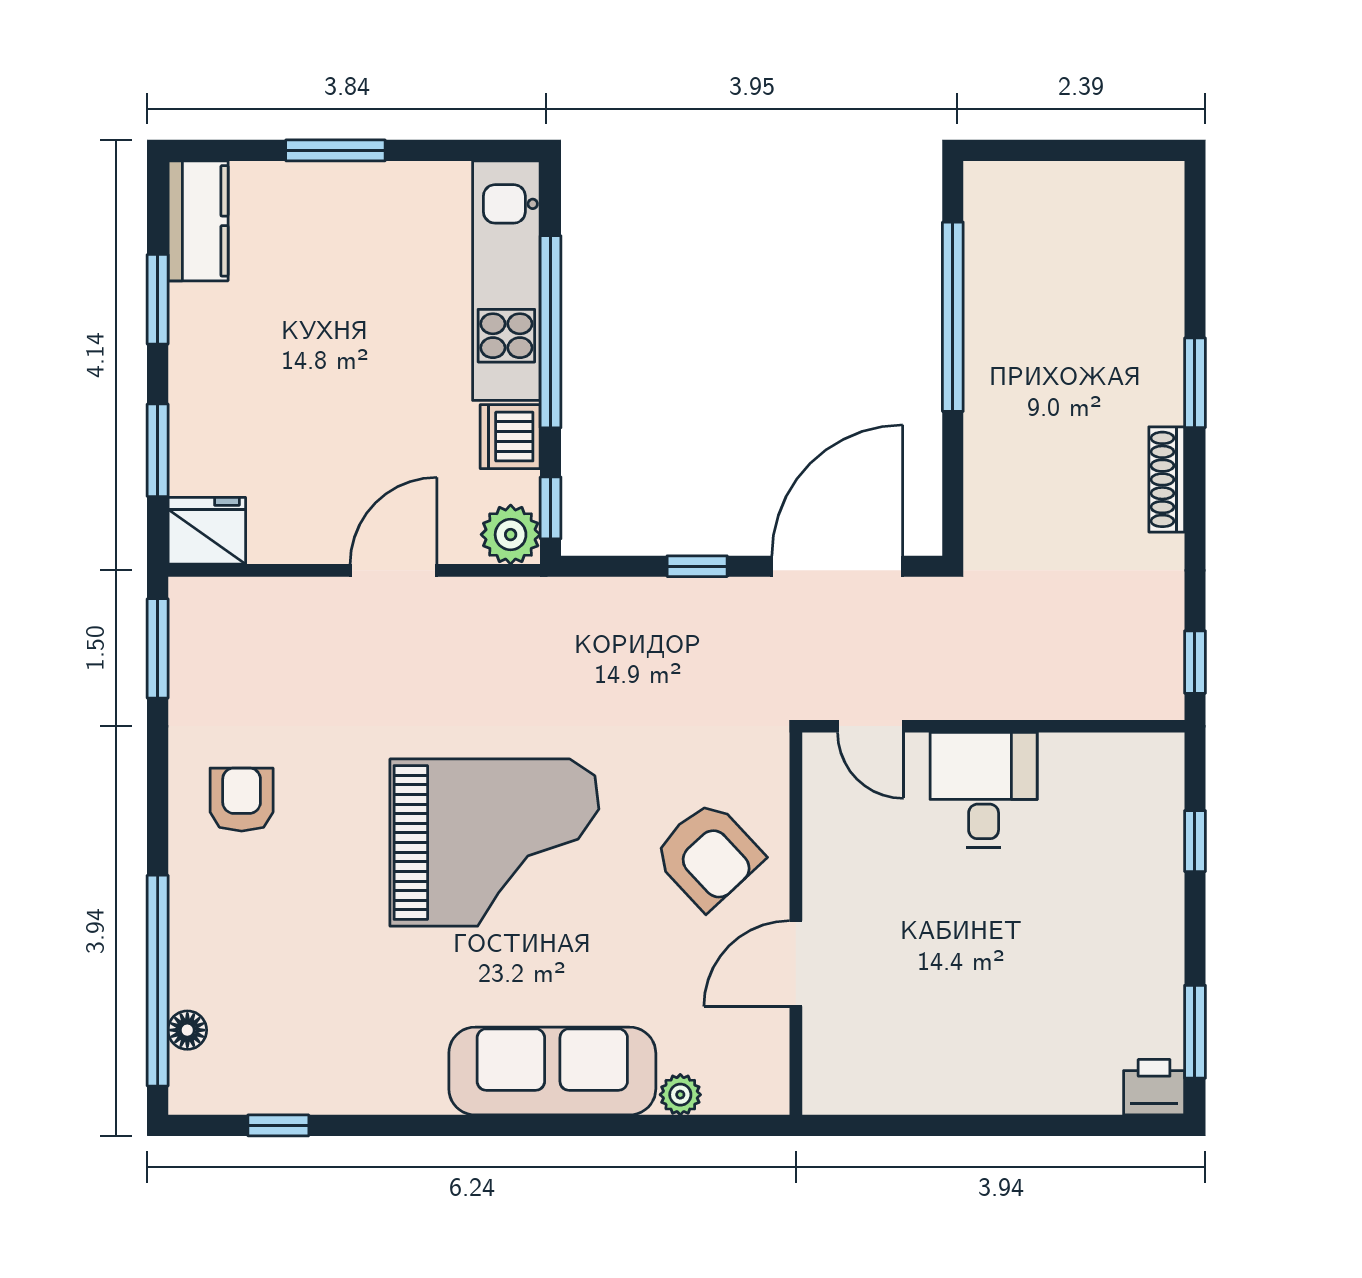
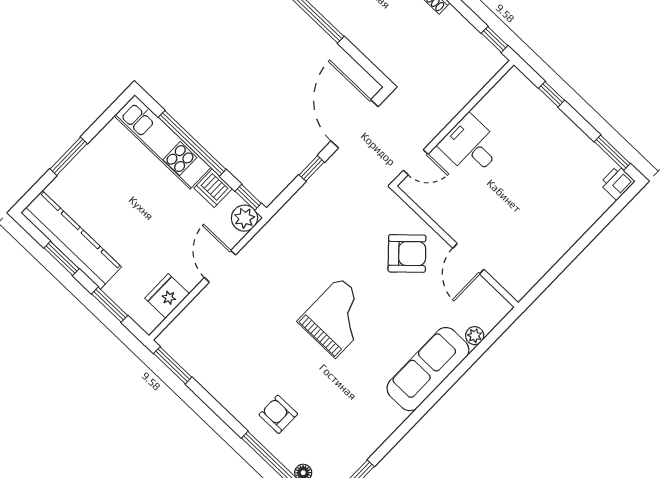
kitchen counter: (198, 221) -> (71, 240), width x2.08, depth x1.17
fridge: (207, 531) -> (167, 296), moved
armchair: (242, 800) -> (278, 414), moved
grand piano: (494, 843) -> (338, 318), width x0.73, depth x0.68

